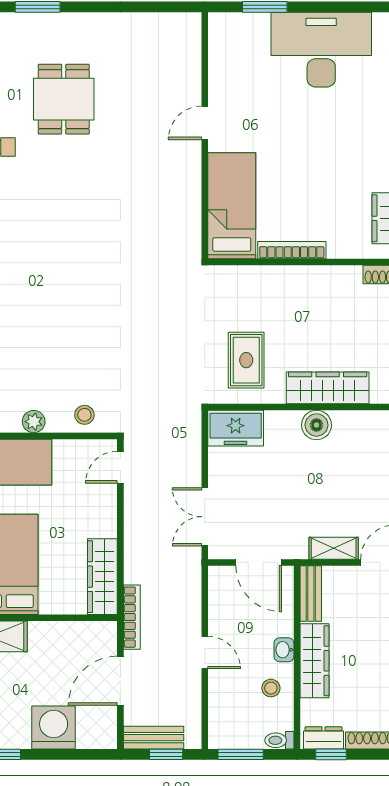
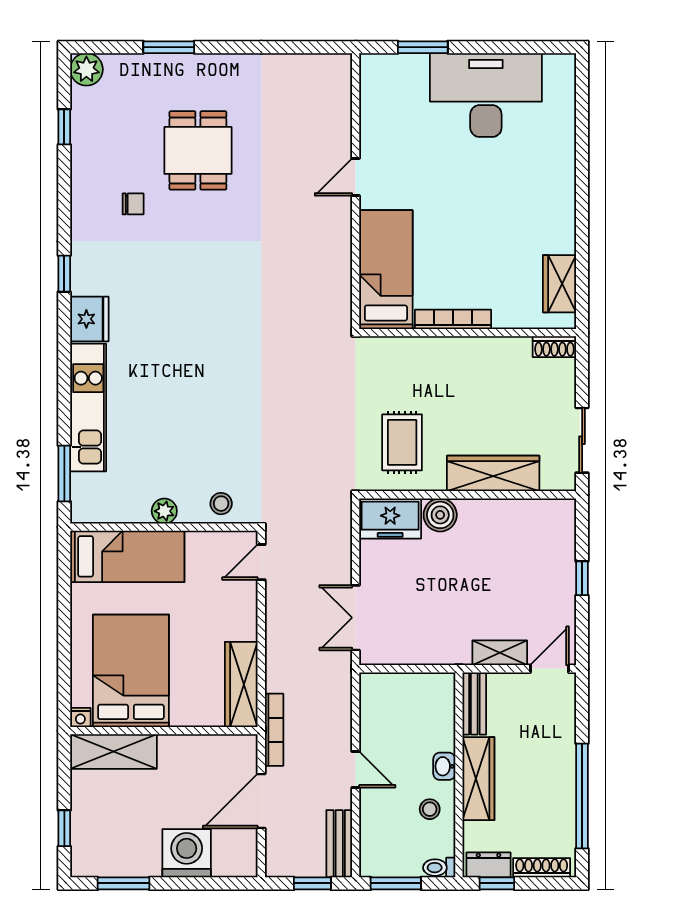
boiler: (316, 425) -> (440, 515), moved
door: (259, 562) -> (416, 669), removed
bench: (154, 738) -> (339, 844), moved, turned 90

